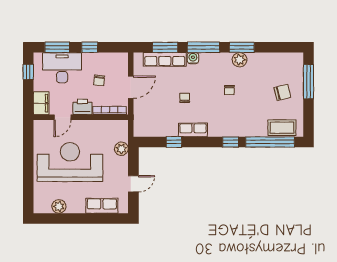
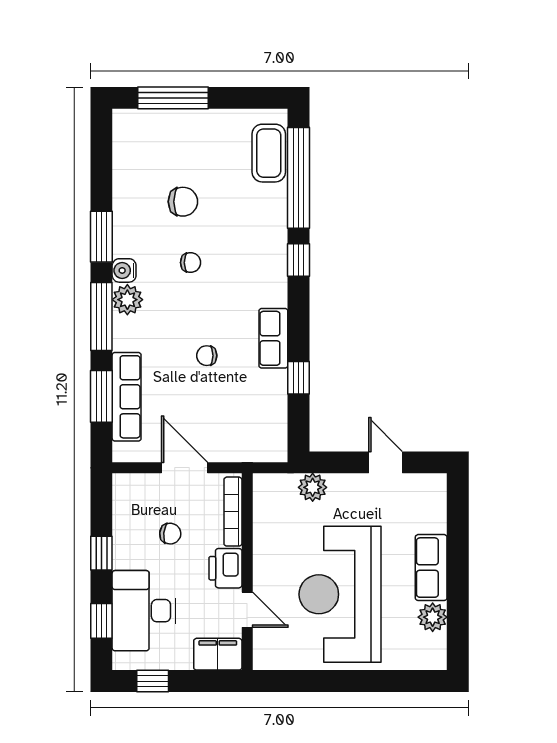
window: (57, 47) -> (101, 621), width x0.67
water cooler: (193, 58) -> (124, 270), moved
plant: (240, 60) -> (127, 300), moved
chair: (282, 92) -> (183, 202), moved, turned 104
row of seats: (102, 206) -> (431, 568), moved

